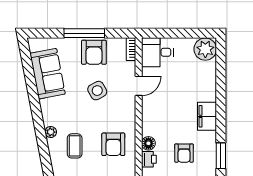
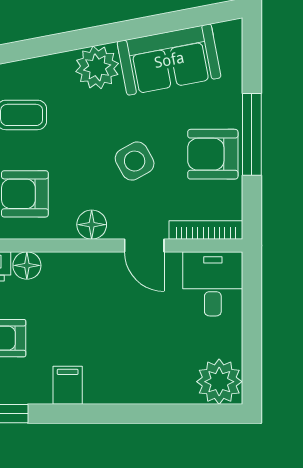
bookcase: (131, 49) -> (206, 230), width x1.56
floor lamp: (128, 112) -> (92, 225), added
filing cabinet: (207, 116) -> (68, 385), width x0.50
plant: (51, 132) -> (97, 67), moved, width x1.88, depth x1.88

